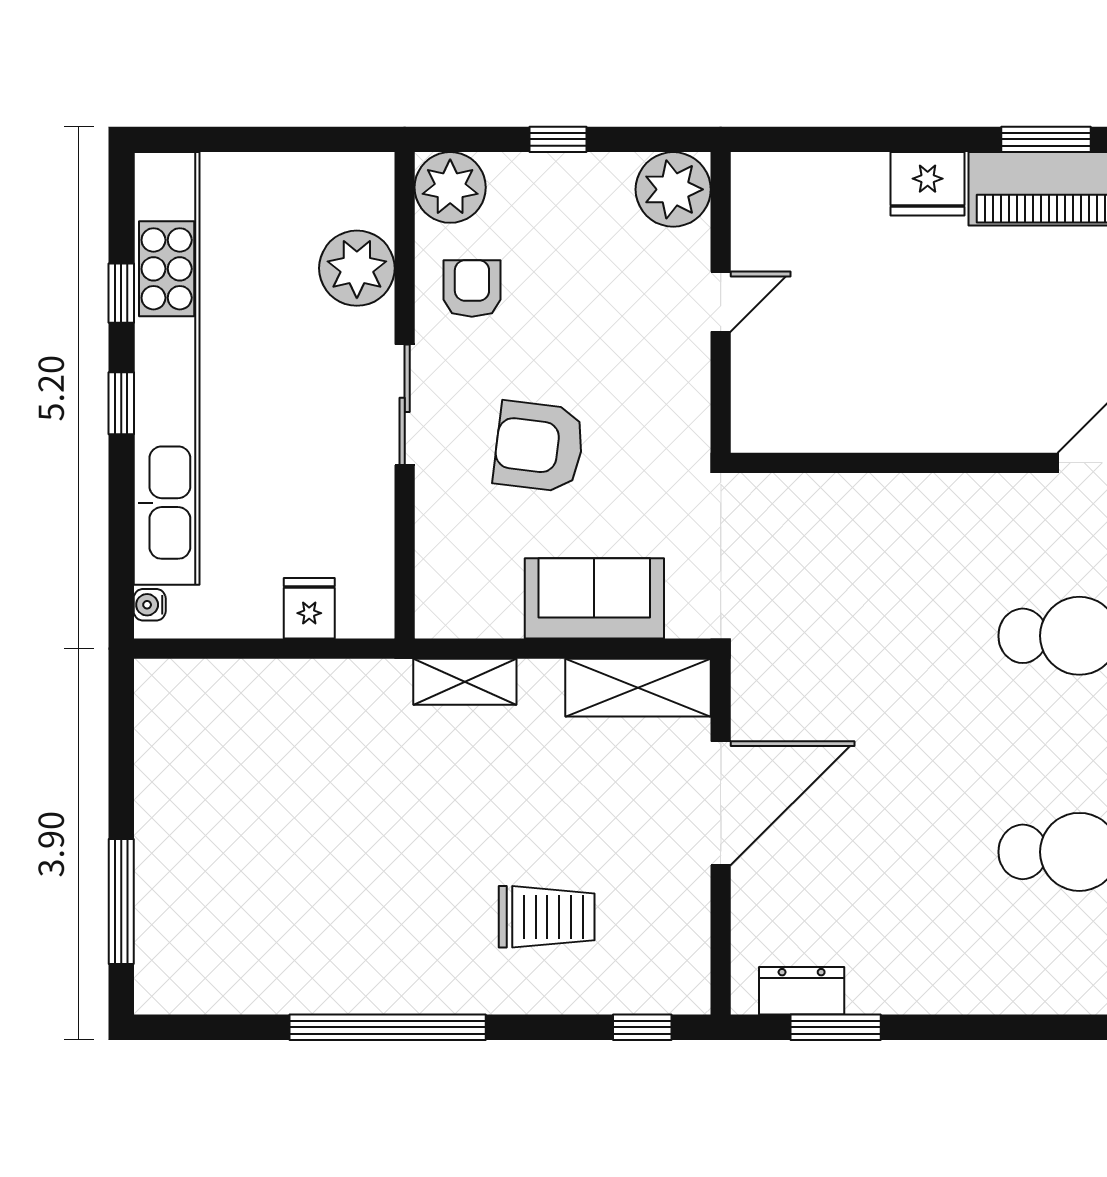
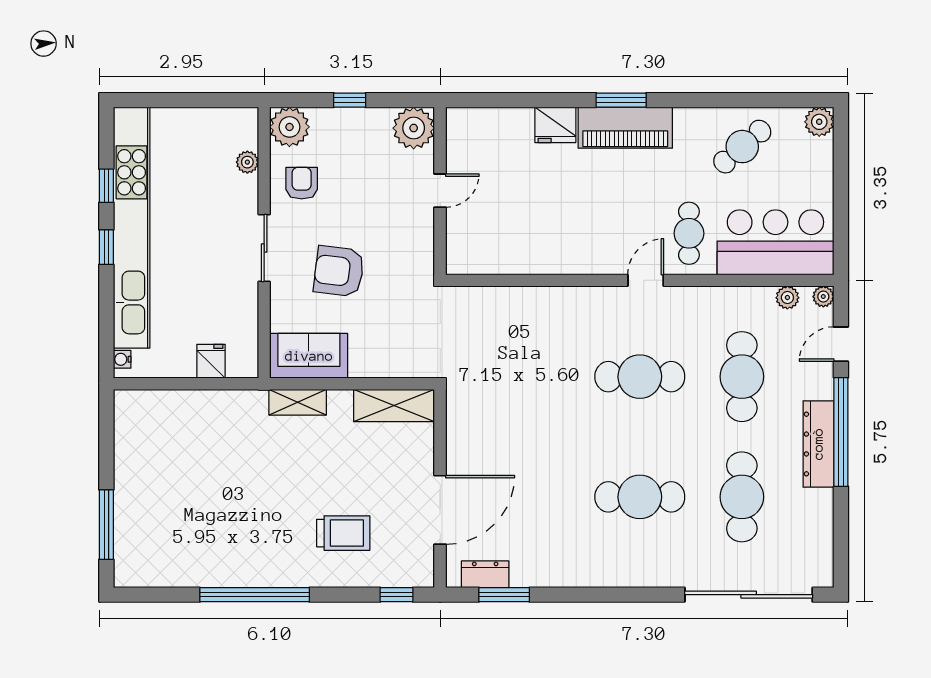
plant: (357, 268) -> (247, 162), width x0.53, depth x0.53
sofa: (594, 598) -> (309, 356), moved
door: (721, 803) -> (440, 510), moved

